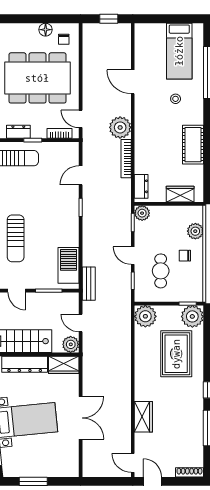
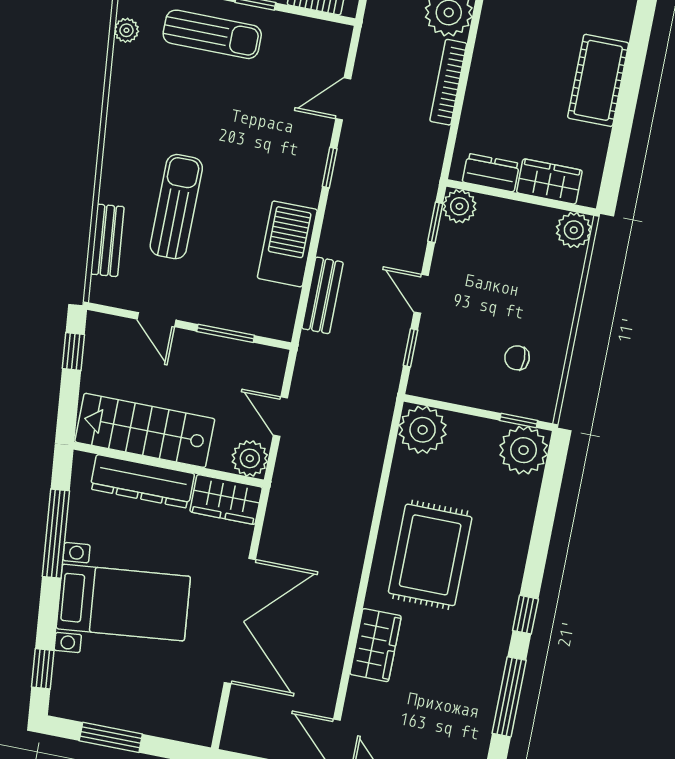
dresser: (141, 186) -> (491, 173), moved, turned -90
plant: (195, 231) -> (574, 230), moved
sun lounger: (16, 238) -> (176, 207), turned 180
chair: (185, 256) -> (517, 358), moved
barbecue: (68, 265) -> (287, 244), moved
cafe table: (161, 271) -> (475, 339), removed
bench: (89, 284) -> (323, 295), moved
rug: (176, 354) -> (430, 555), moved
double door: (81, 418) -> (240, 621), width x1.36

